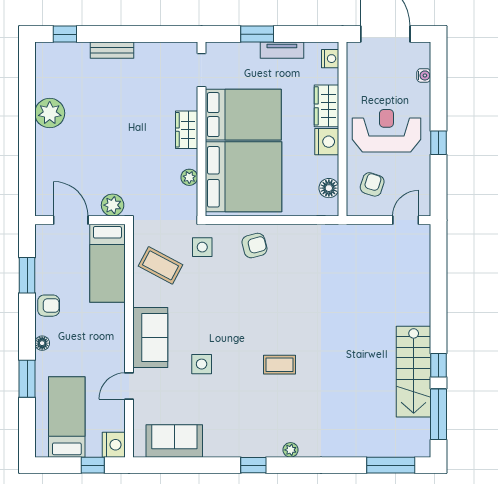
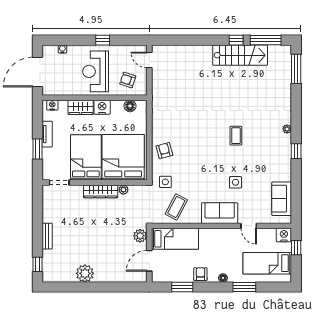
wardrobe: (187, 130) -> (101, 191), width x1.50

